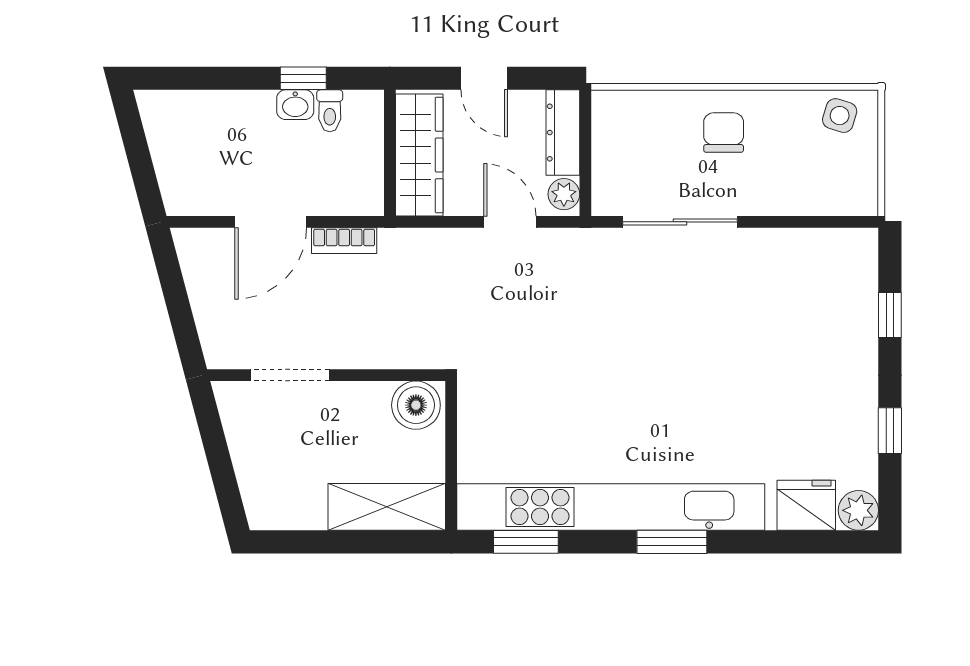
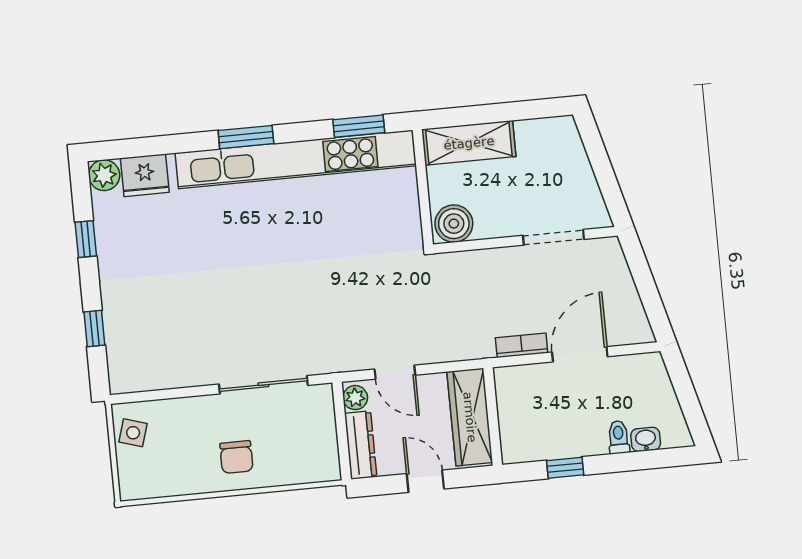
washbasin: (295, 105) -> (646, 439), moved
toilet: (330, 111) -> (619, 437), moved
side table: (840, 116) -> (133, 433), moved

